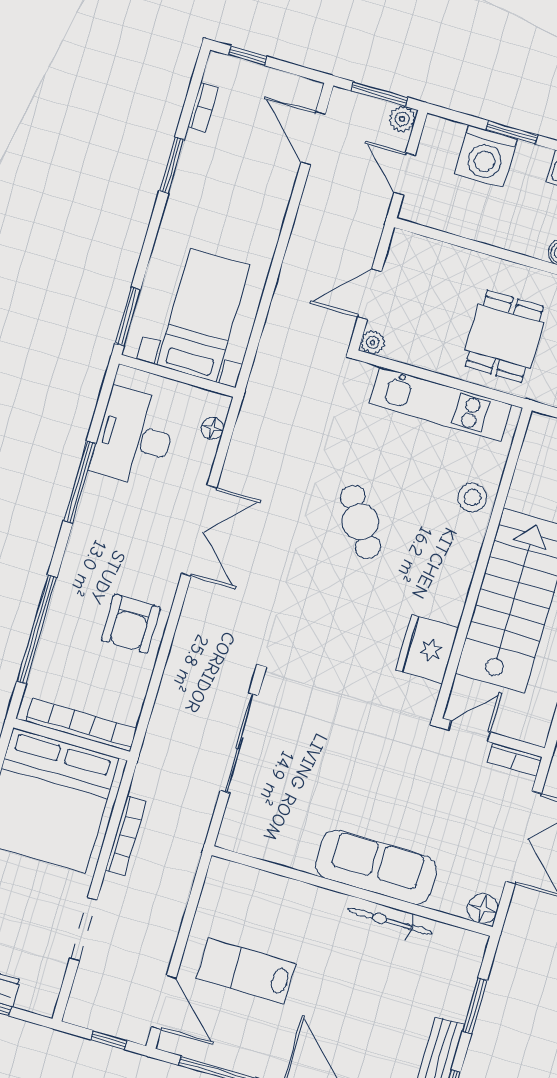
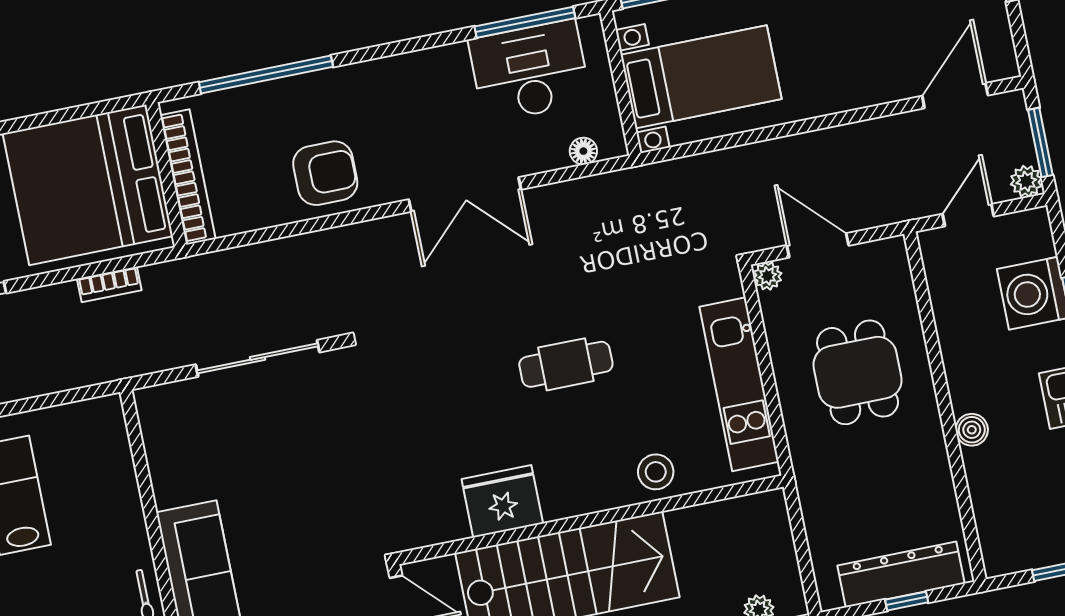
dining table: (504, 336) -> (858, 372), moved, turned 90
window: (80, 482) -> (525, 22), moved
cafe table: (360, 522) -> (566, 364), turned 33
armchair: (131, 624) -> (325, 173), turned 180
fridge: (427, 649) -> (502, 501), moved
bookcase: (126, 836) -> (109, 284), width x0.64

